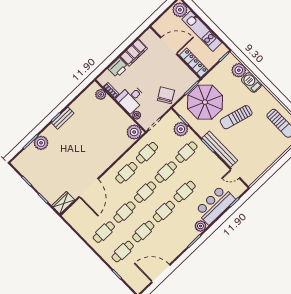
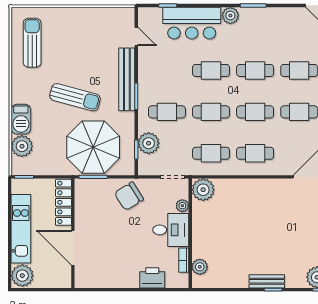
filing cabinet: (134, 53) -> (119, 278), removed

